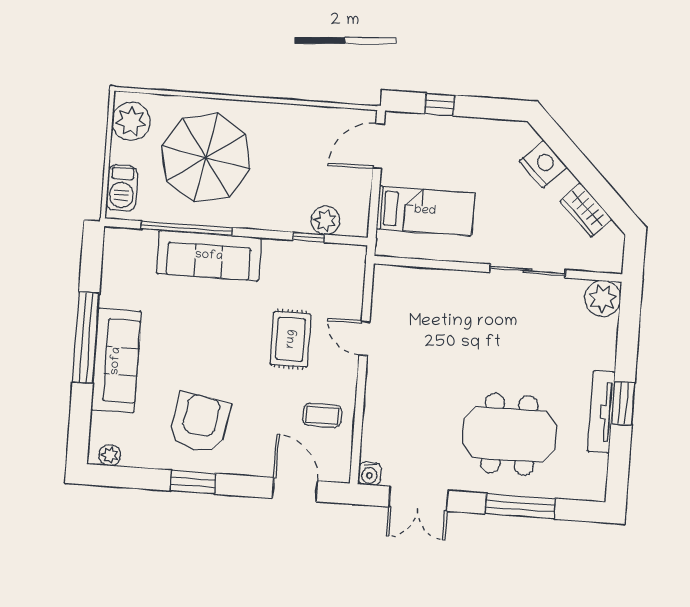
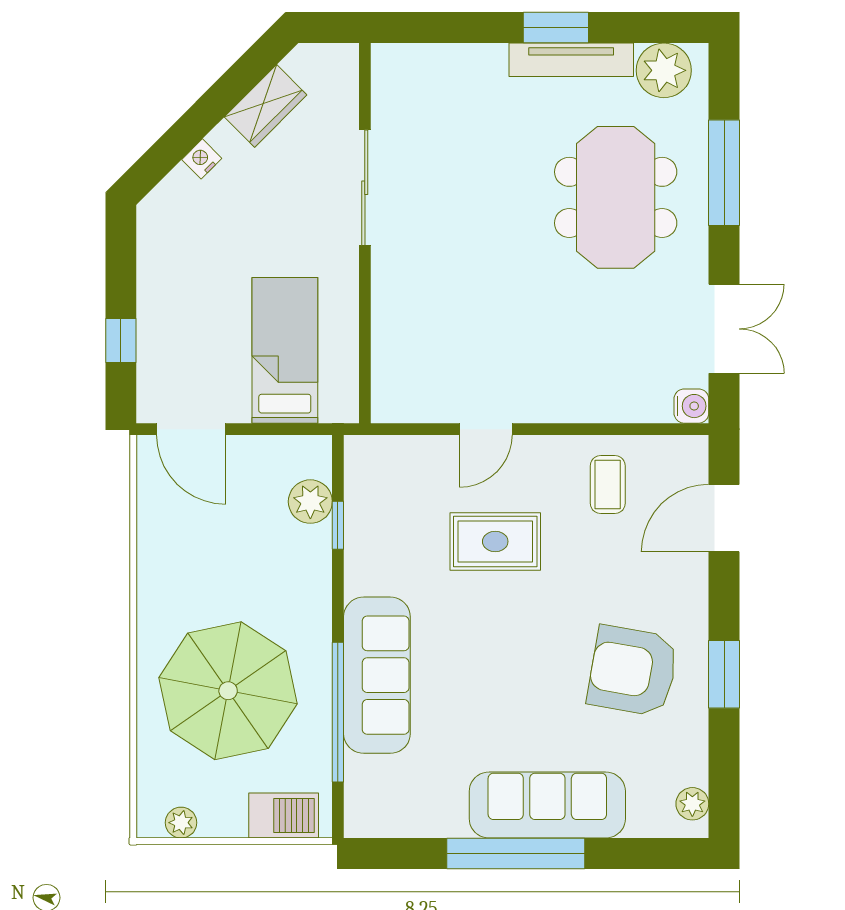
plant: (131, 121) -> (181, 823), width x0.53, depth x0.53
nightstand: (543, 164) -> (202, 159), width x0.53, depth x0.56
plant: (603, 298) -> (664, 70), moved

